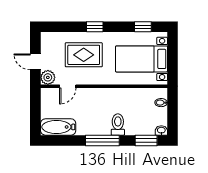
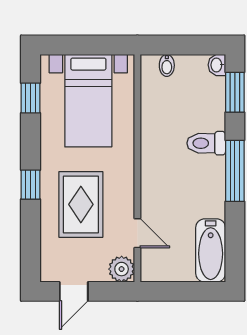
door: (35, 62) -> (74, 291), moved

